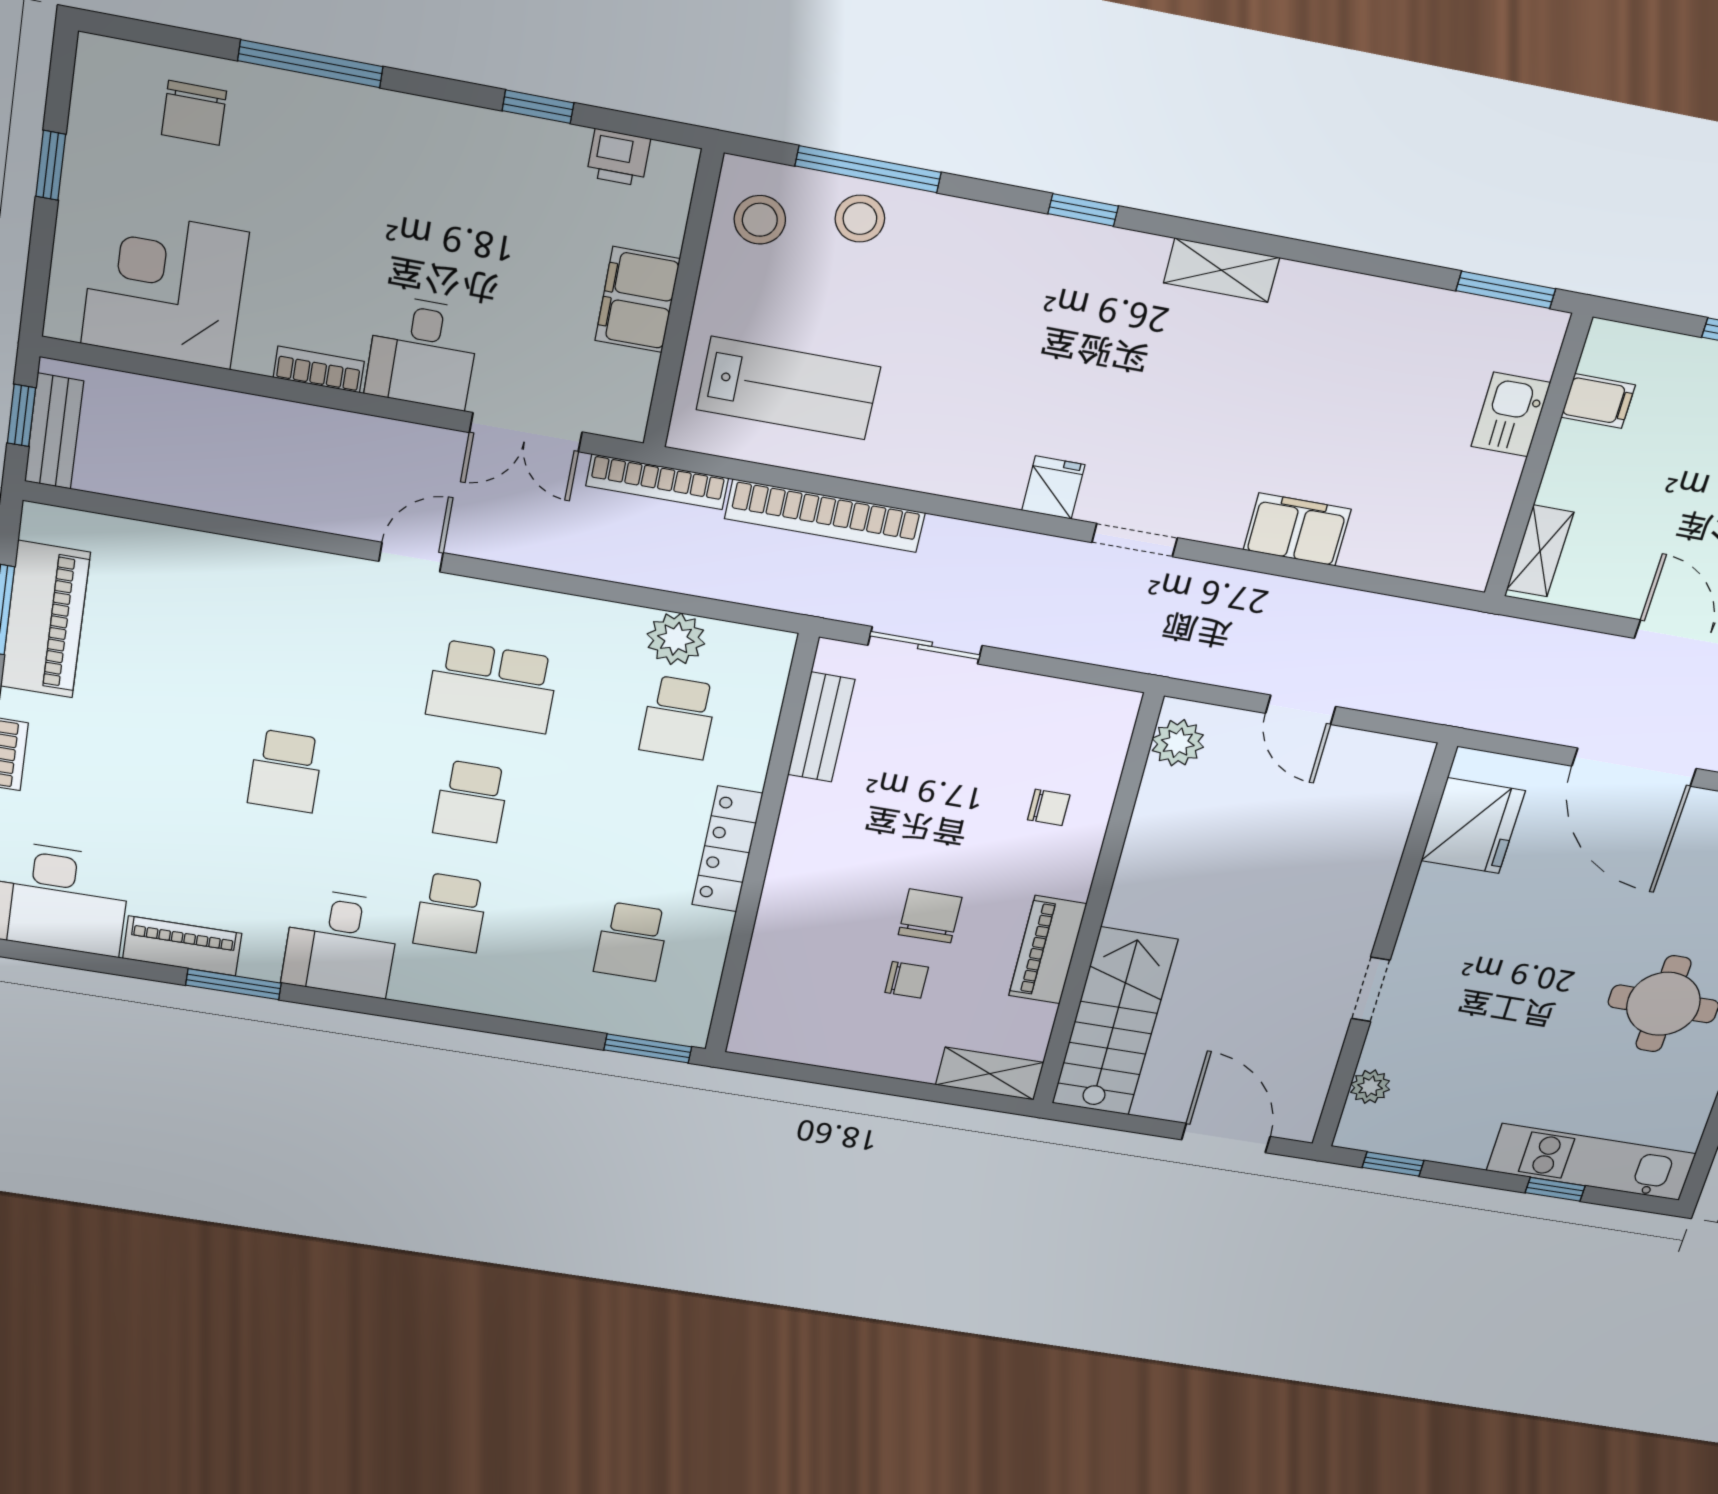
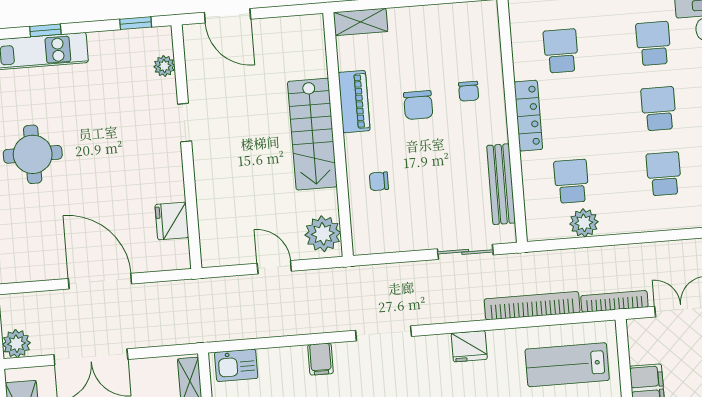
fridge: (1053, 488) -> (469, 346), moved, width x1.38
filing cabinet: (1297, 529) -> (321, 359), width x0.50
doorway: (1135, 540) -> (384, 333), width x1.38
kitchen sink: (1440, 556) -> (236, 365), added
school desk: (492, 687) -> (664, 174), width x0.54
bench: (821, 727) -> (501, 184), width x1.36
plant: (1178, 743) -> (323, 234), width x1.36, depth x1.36
fridge: (1473, 826) -> (172, 221), width x0.73, depth x0.75
chair: (907, 980) -> (469, 91), moved, turned -90
stairs: (1115, 1022) -> (312, 134), moved

